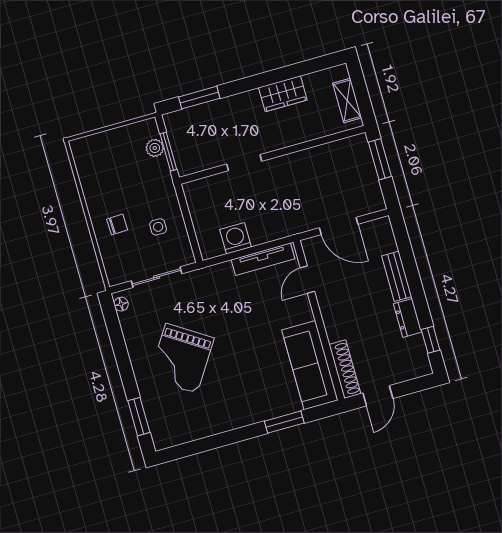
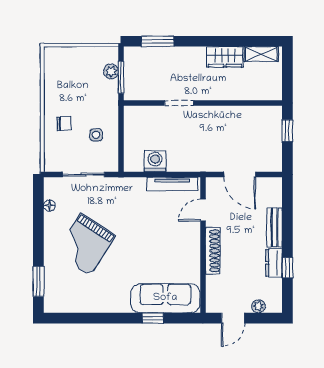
shelving: (347, 100) -> (261, 54), moved, turned 90
window: (380, 159) -> (287, 131), width x0.67
floor lamp: (121, 304) -> (49, 206), moved
window: (431, 340) -> (287, 268), moved
sofa: (310, 365) -> (165, 298), moved, turned 90
shoe rack: (345, 369) -> (213, 251), moved
plant: (404, 374) -> (259, 306), added
window: (284, 422) -> (153, 318), width x0.67

